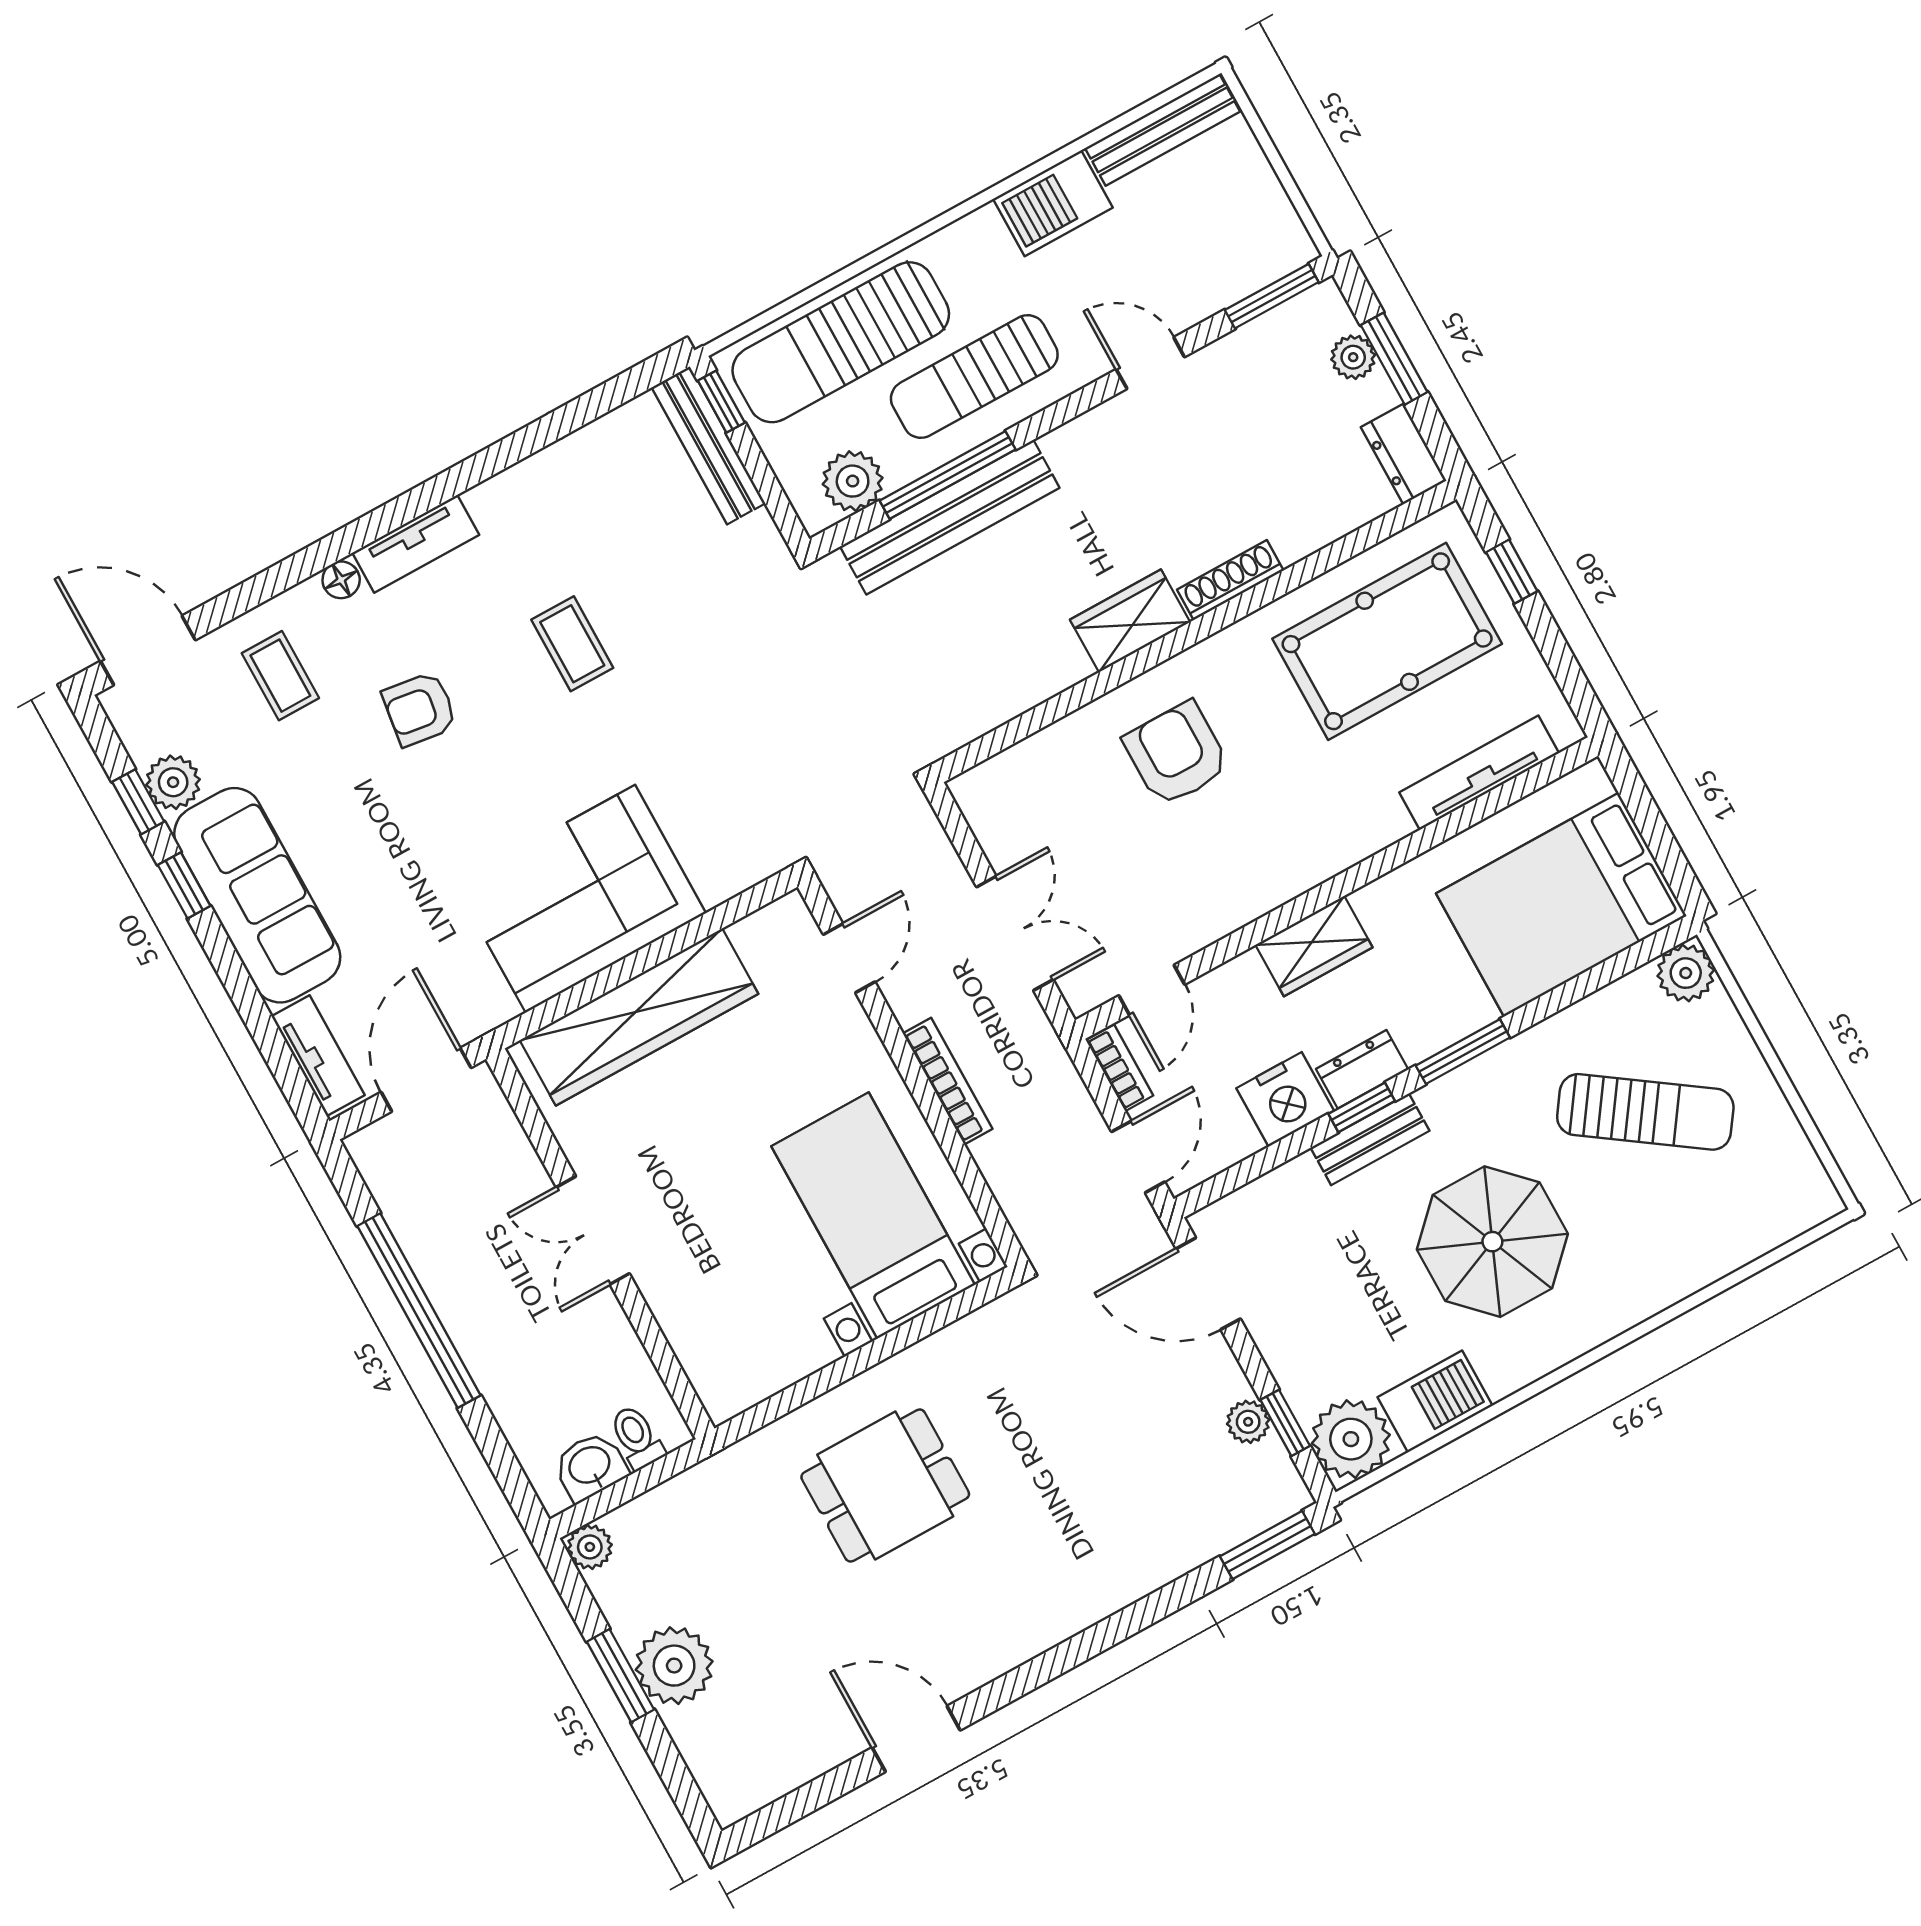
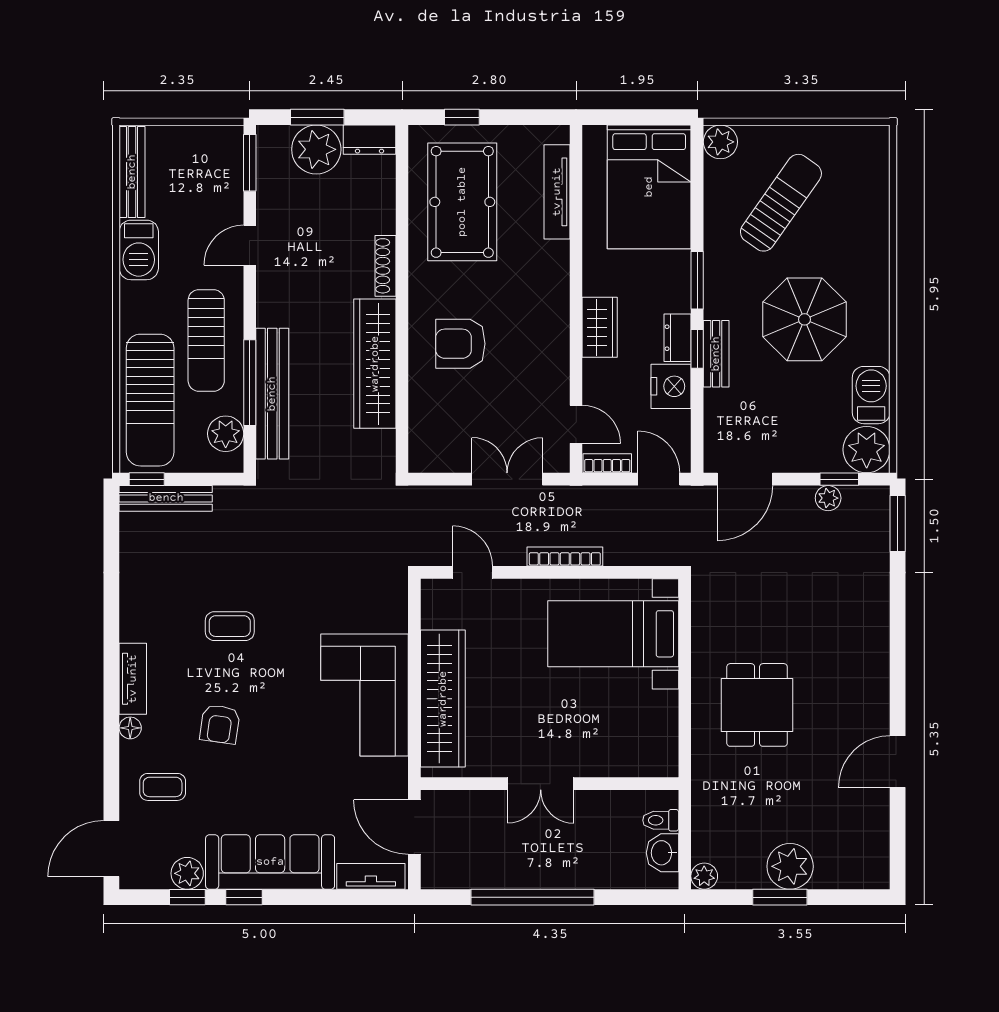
plant: (1353, 357) -> (316, 149), width x1.87, depth x1.87
wardrobe: (1130, 621) -> (375, 364), width x2.10, depth x1.17

